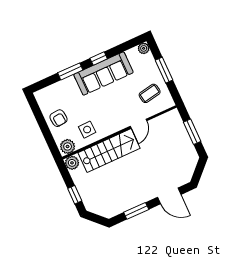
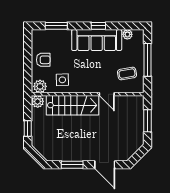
plant: (144, 48) -> (127, 34), moved
window: (164, 70) -> (147, 60), width x1.44
window: (70, 71) -> (56, 26), moved
armchair: (59, 118) -> (43, 60), turned -84
door: (139, 124) -> (107, 94), hinge flipped

